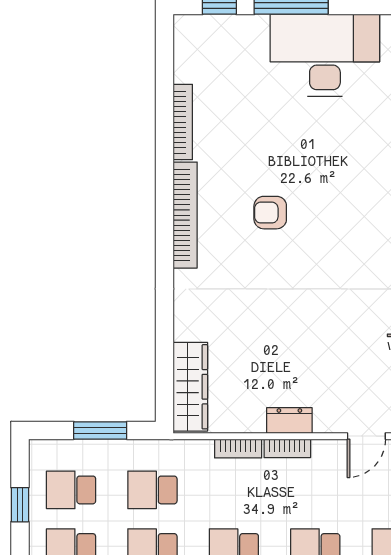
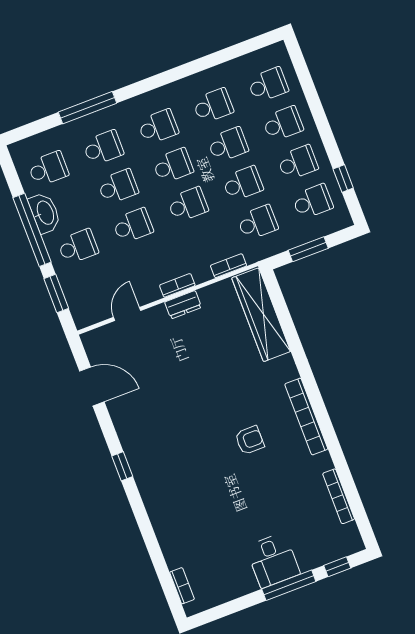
desk: (325, 55) -> (273, 560), width x0.53, depth x0.77
bookcase: (183, 122) -> (339, 496), moved
wardrobe: (190, 387) -> (261, 315), width x1.40, depth x1.17
bookcase: (238, 449) -> (228, 266), moved

